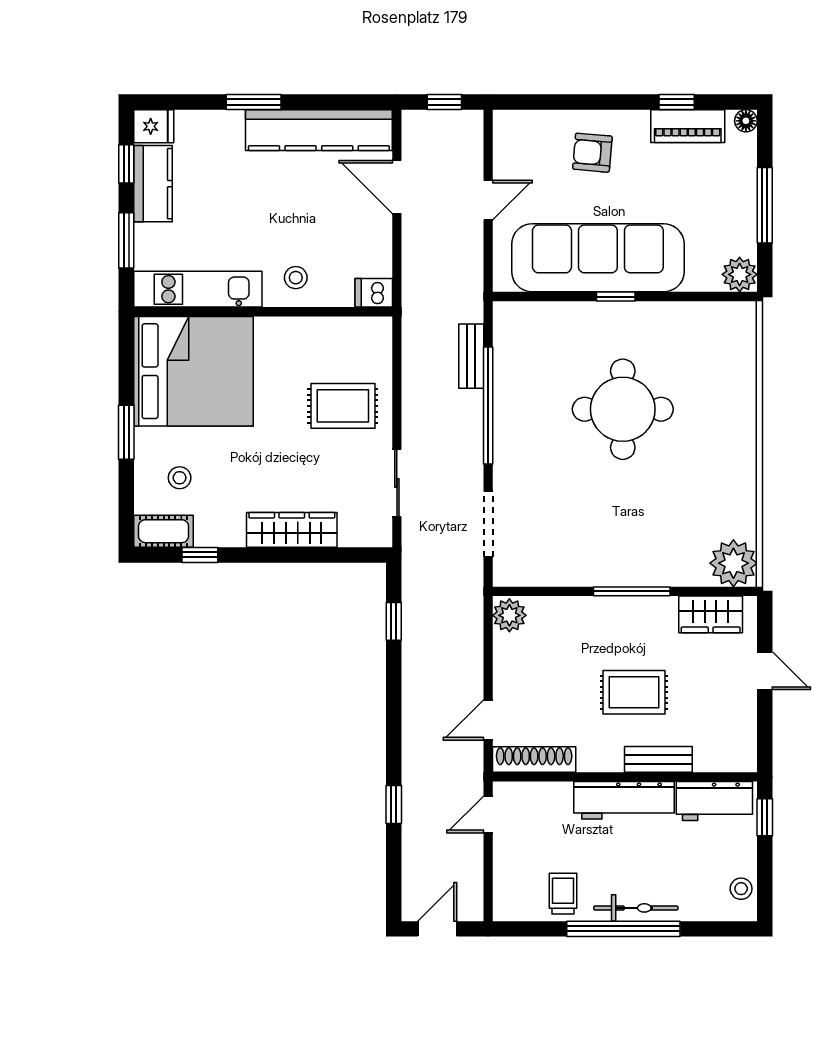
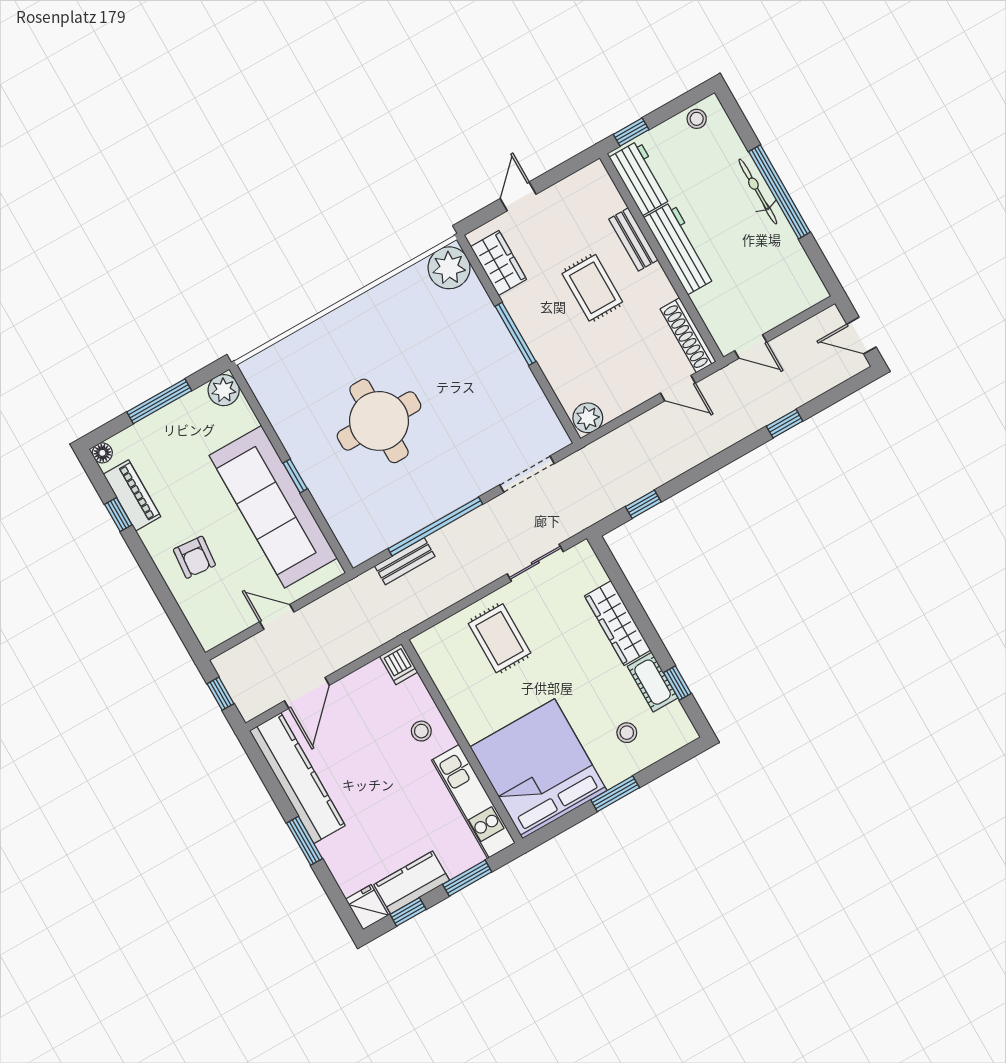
cot: (164, 531) -> (653, 682), moved
trolley: (563, 894) -> (779, 254), removed

